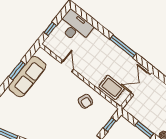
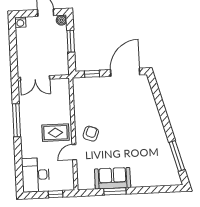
sofa: (27, 77) -> (113, 178), width x0.73
rug: (112, 87) -> (55, 133), moved, turned 90
armchair: (85, 101) -> (91, 134), moved

